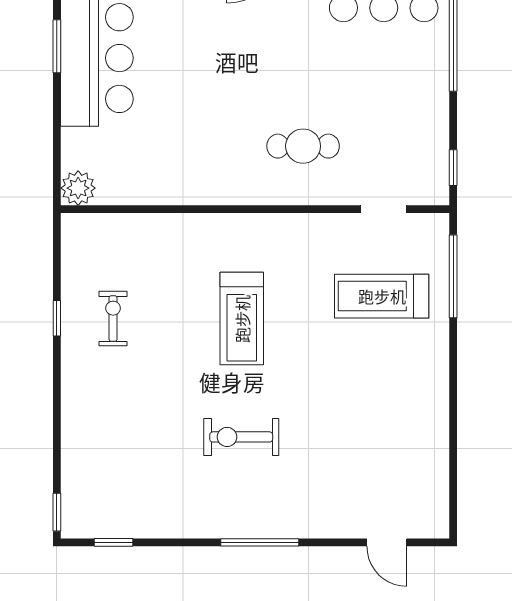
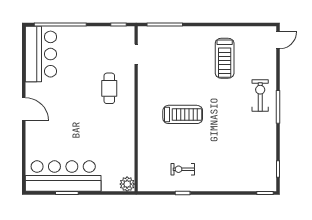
treadmill: (382, 296) -> (225, 58), moved
exercise bike: (241, 437) -> (260, 95), moved, turned 180
door: (387, 542) -> (278, 40), moved

